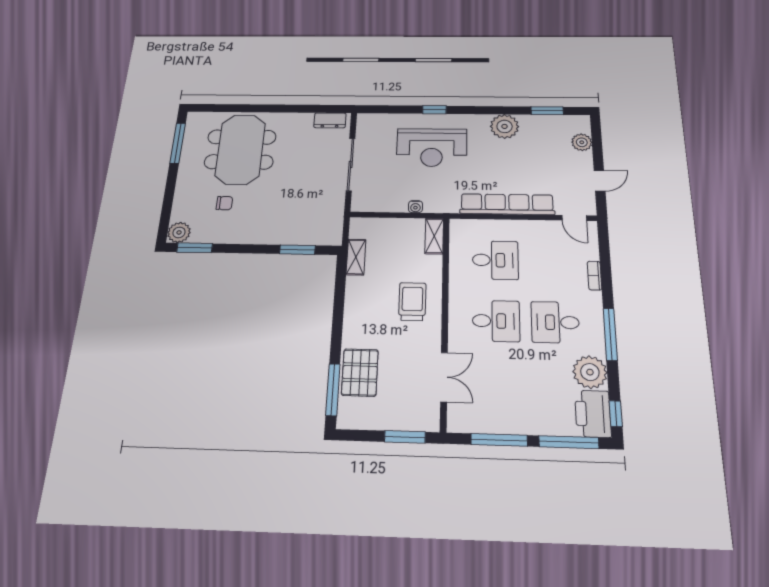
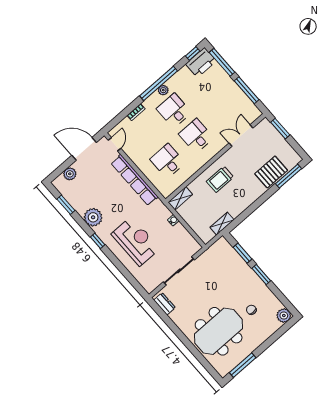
window: (434, 110) -> (98, 241), moved
door: (600, 181) -> (84, 149), width x1.87
window: (195, 248) -> (261, 275), moved
desk: (555, 322) -> (174, 111), turned 180
window: (610, 334) -> (159, 83), width x1.46
plant: (590, 372) -> (163, 90), moved, width x0.53, depth x0.53

